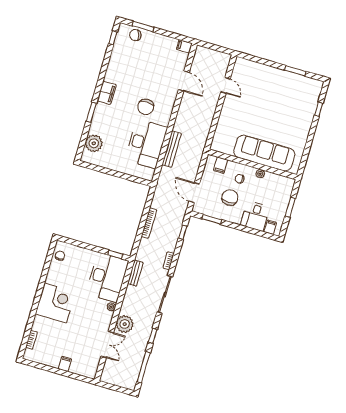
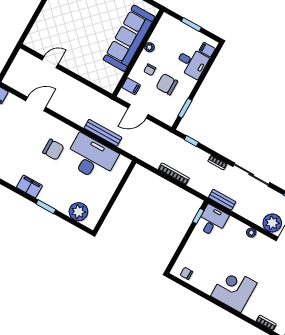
door: (194, 193) -> (138, 111), moved
desk: (107, 277) -> (212, 221), width x0.53, depth x0.77

